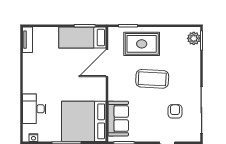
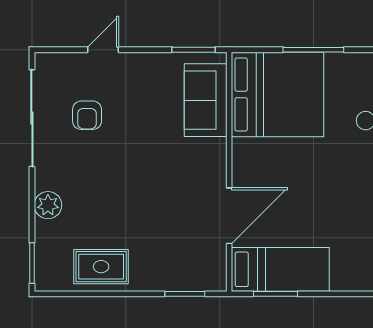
plant: (194, 38) -> (48, 205), moved
rug: (142, 44) -> (101, 267), moved, width x0.73, depth x0.70
coffee table: (152, 79) -> (135, 183), removed

